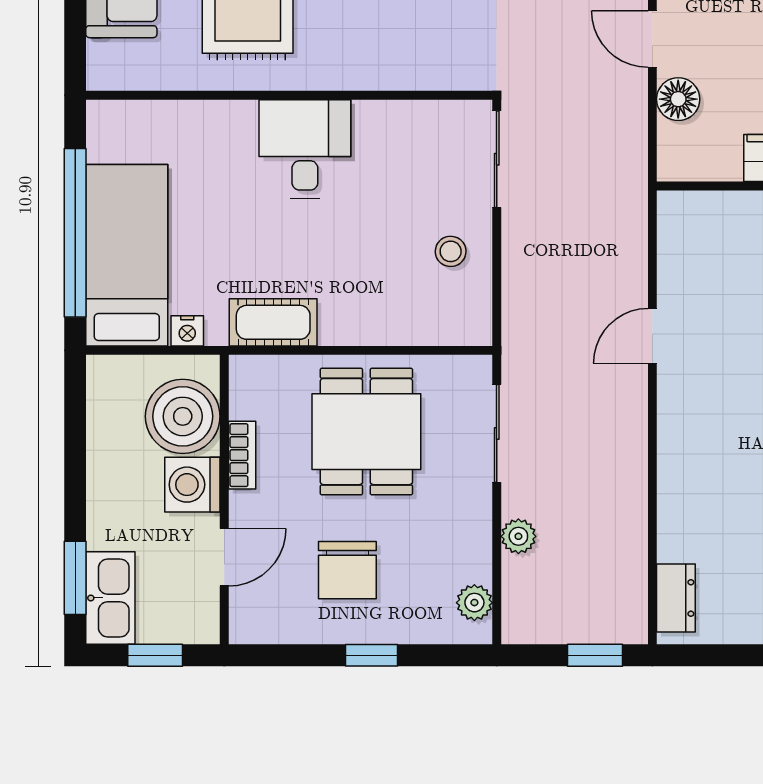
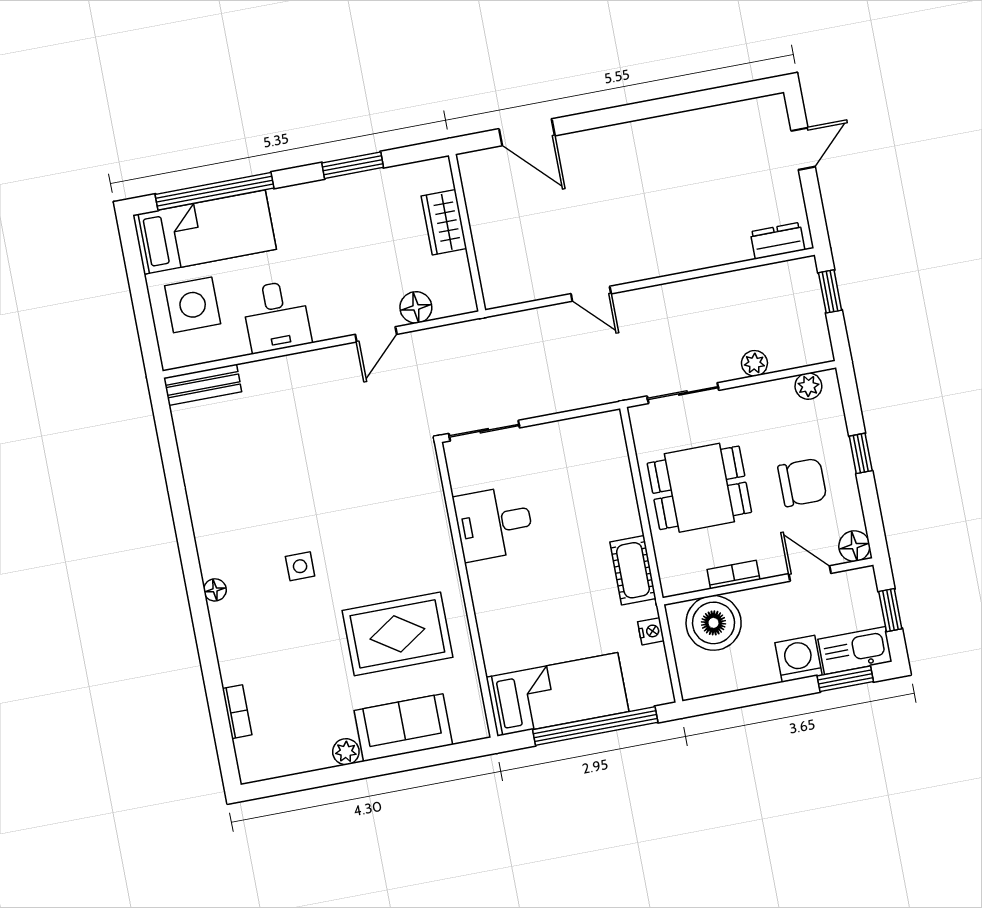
desk: (305, 149) -> (494, 523), moved
stool: (451, 251) -> (557, 451), removed
bed: (127, 255) -> (557, 694), moved, turned 180
washing machine: (192, 485) -> (798, 659), moved, turned 180
floor lamp: (250, 623) -> (854, 546), added

